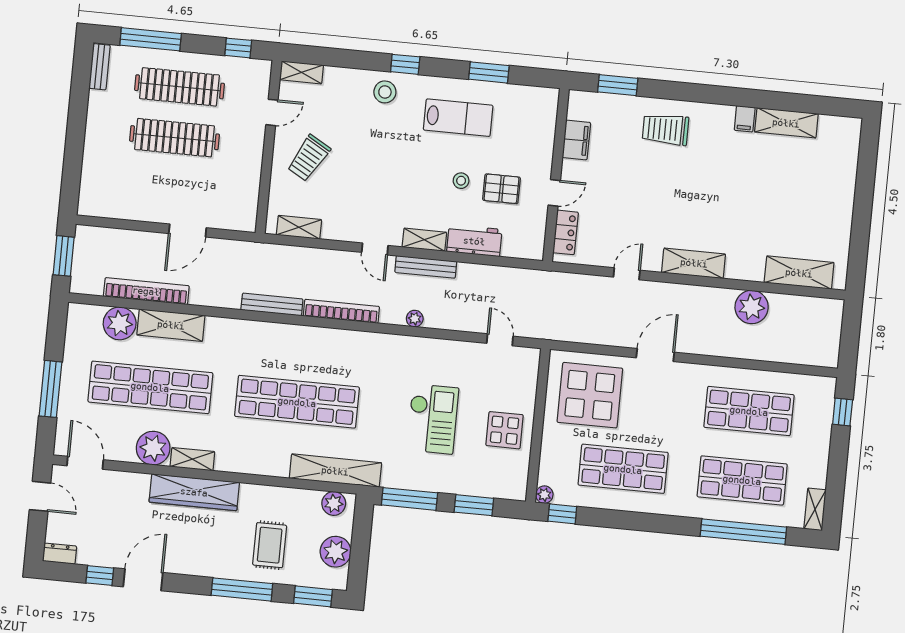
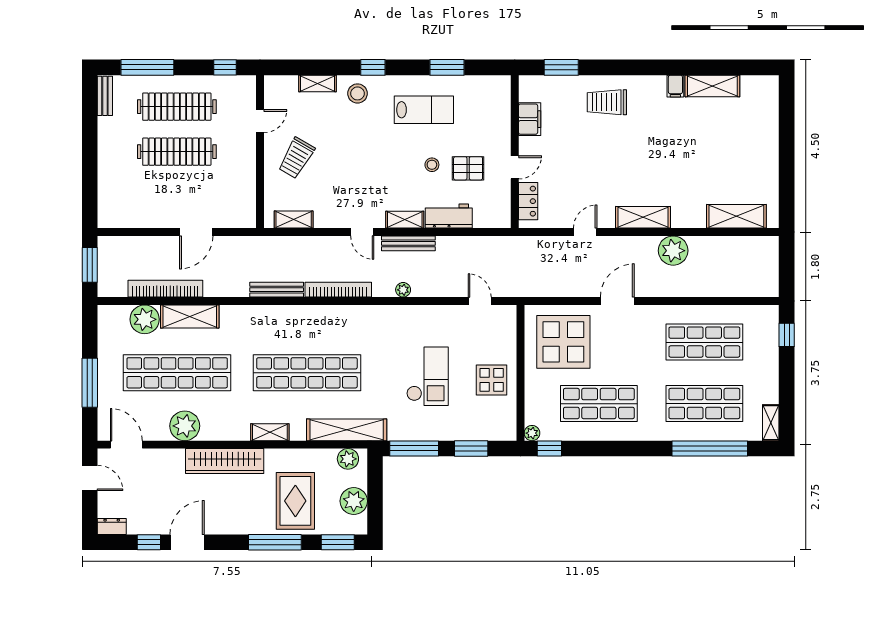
shelving: (301, 72) -> (317, 83), moved
plant: (752, 307) -> (673, 251), moved
shelving: (192, 459) -> (270, 432), moved
rug: (270, 545) -> (295, 501), width x1.36, depth x1.43

